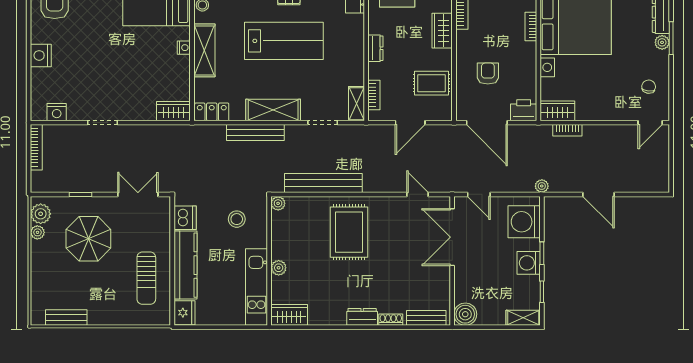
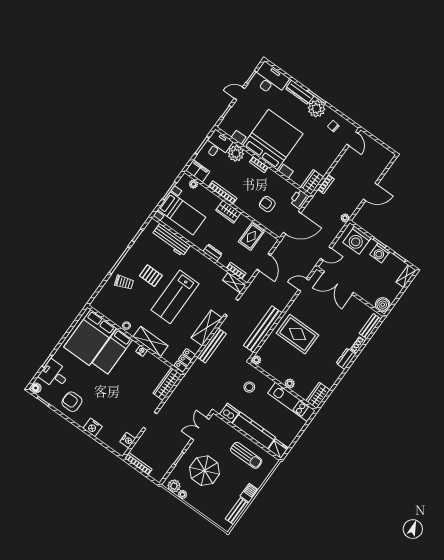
lab bench: (284, 41) -> (175, 297), turned 180
plant: (662, 42) -> (317, 109), width x1.88, depth x1.88
wardrobe: (173, 111) -> (167, 384), width x1.50
barbecue: (101, 317) -> (249, 493), added

